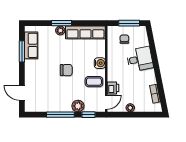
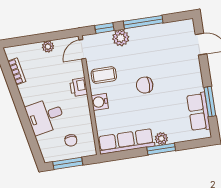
printer: (113, 88) -> (79, 87), moved

